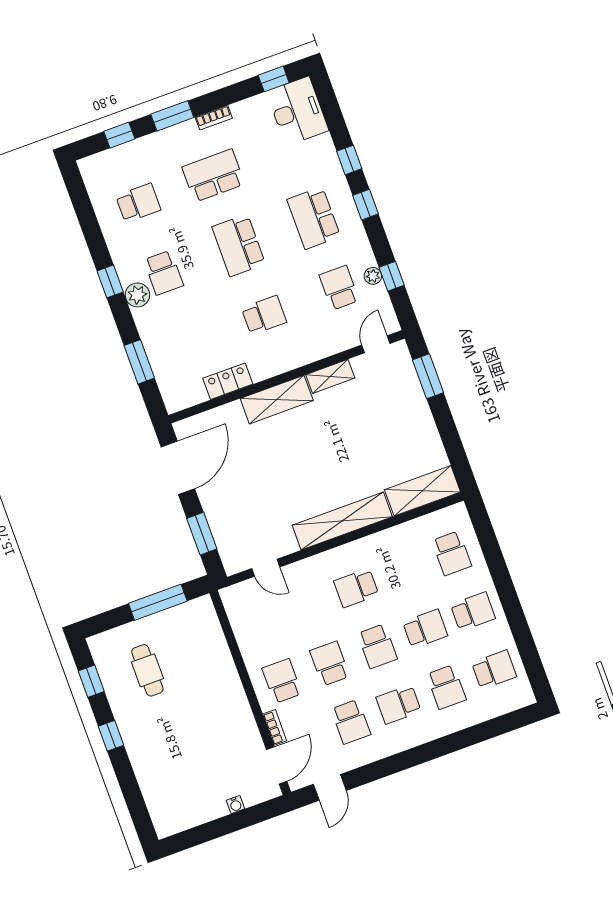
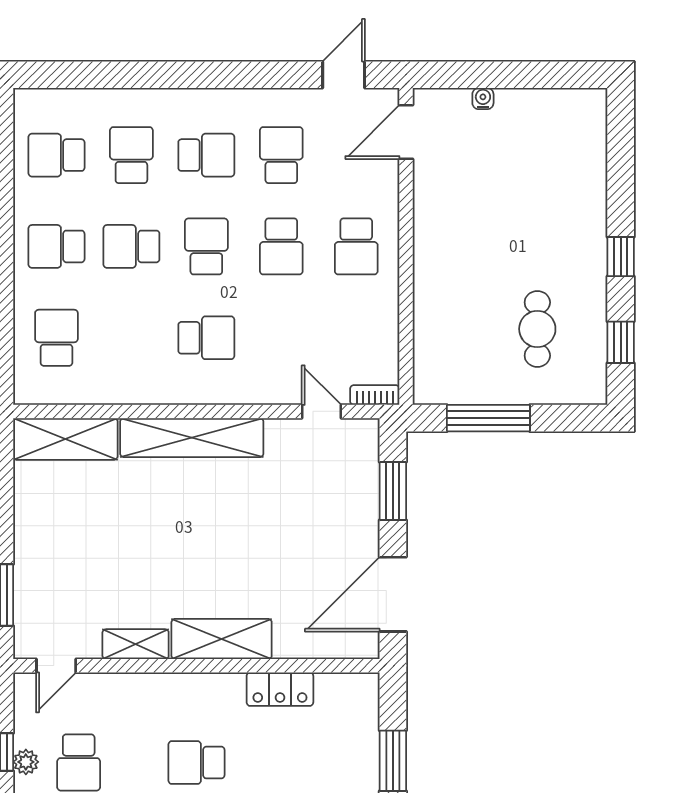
bookcase: (275, 727) -> (375, 395), moved, turned 90

